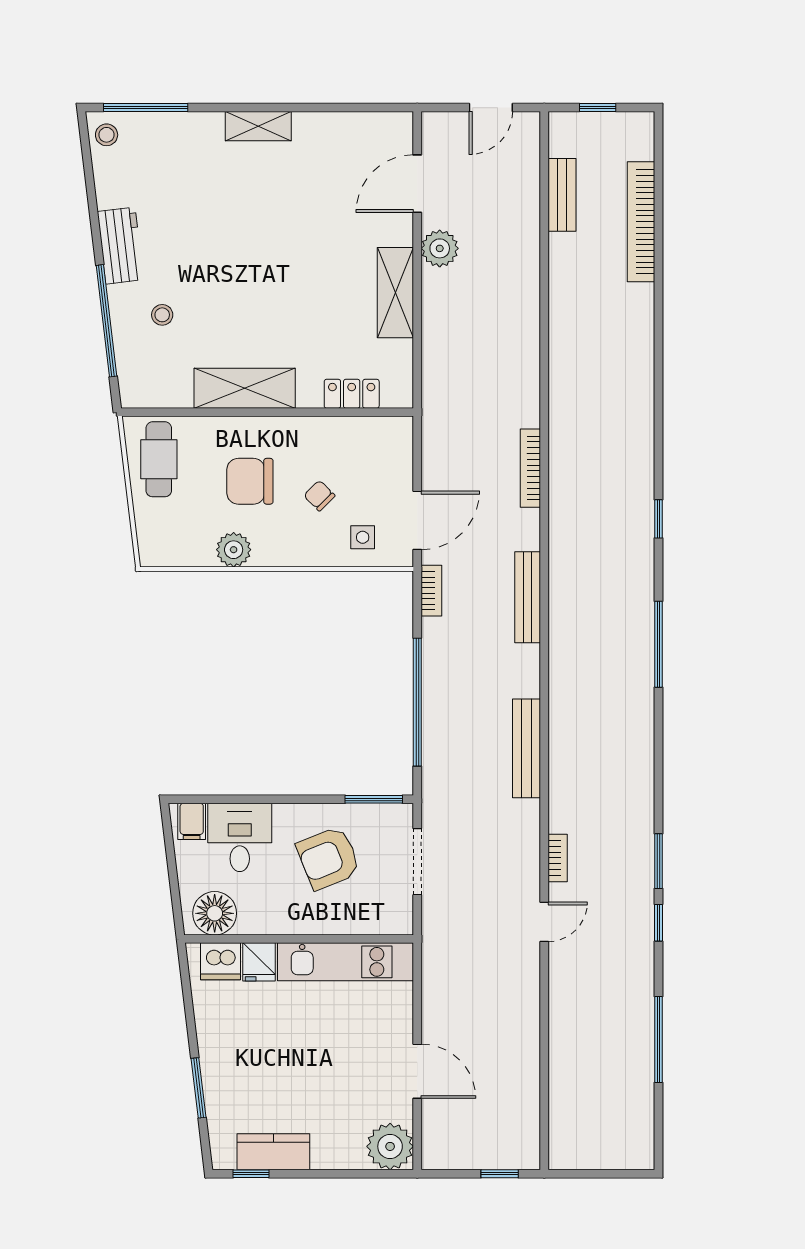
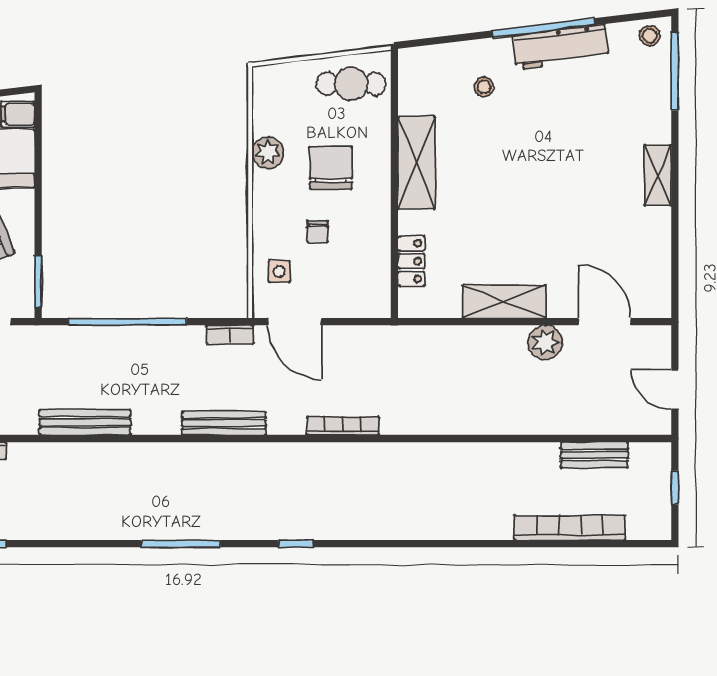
workbench: (120, 246) -> (560, 47), width x1.38
window: (107, 321) -> (544, 28), moved
chair: (319, 496) -> (318, 232), turned 135

